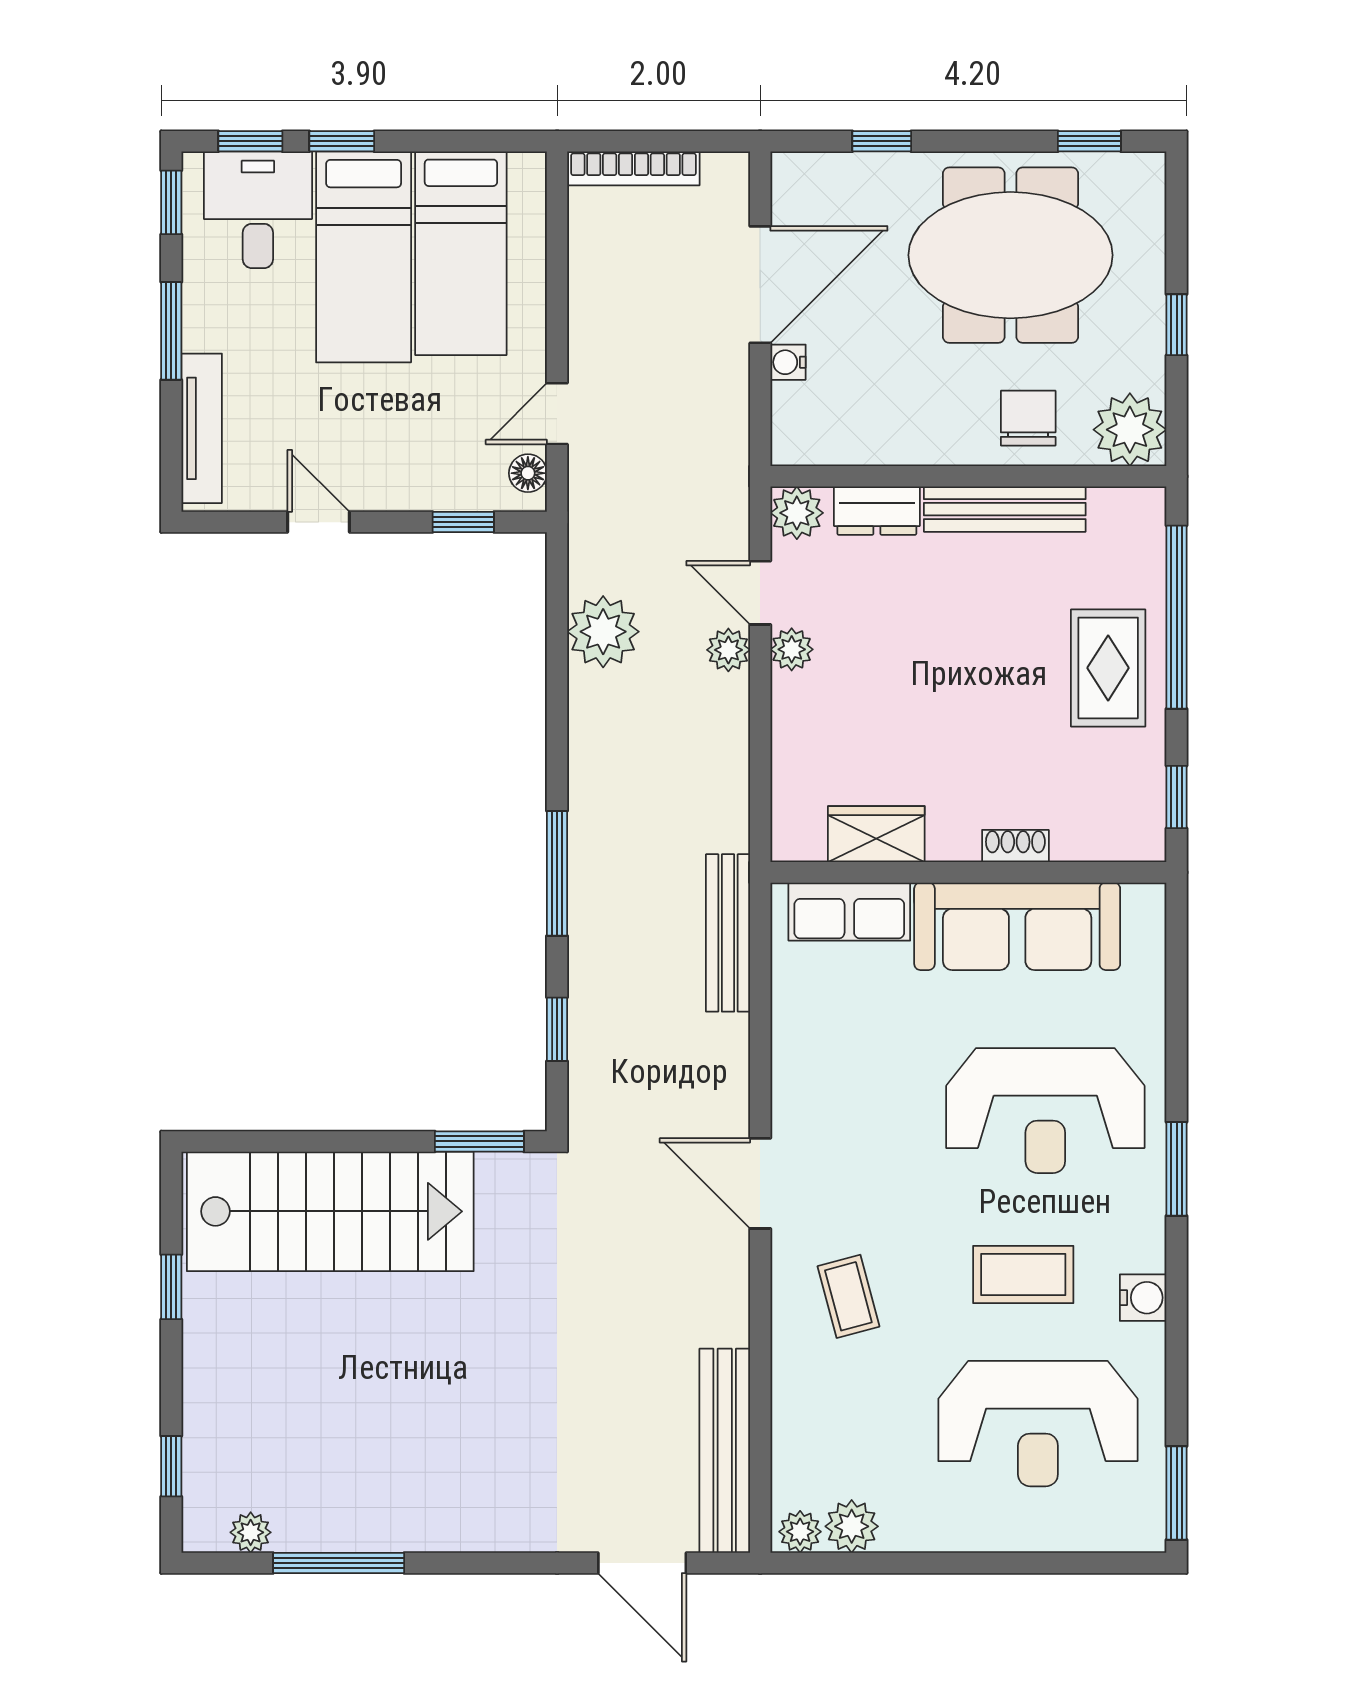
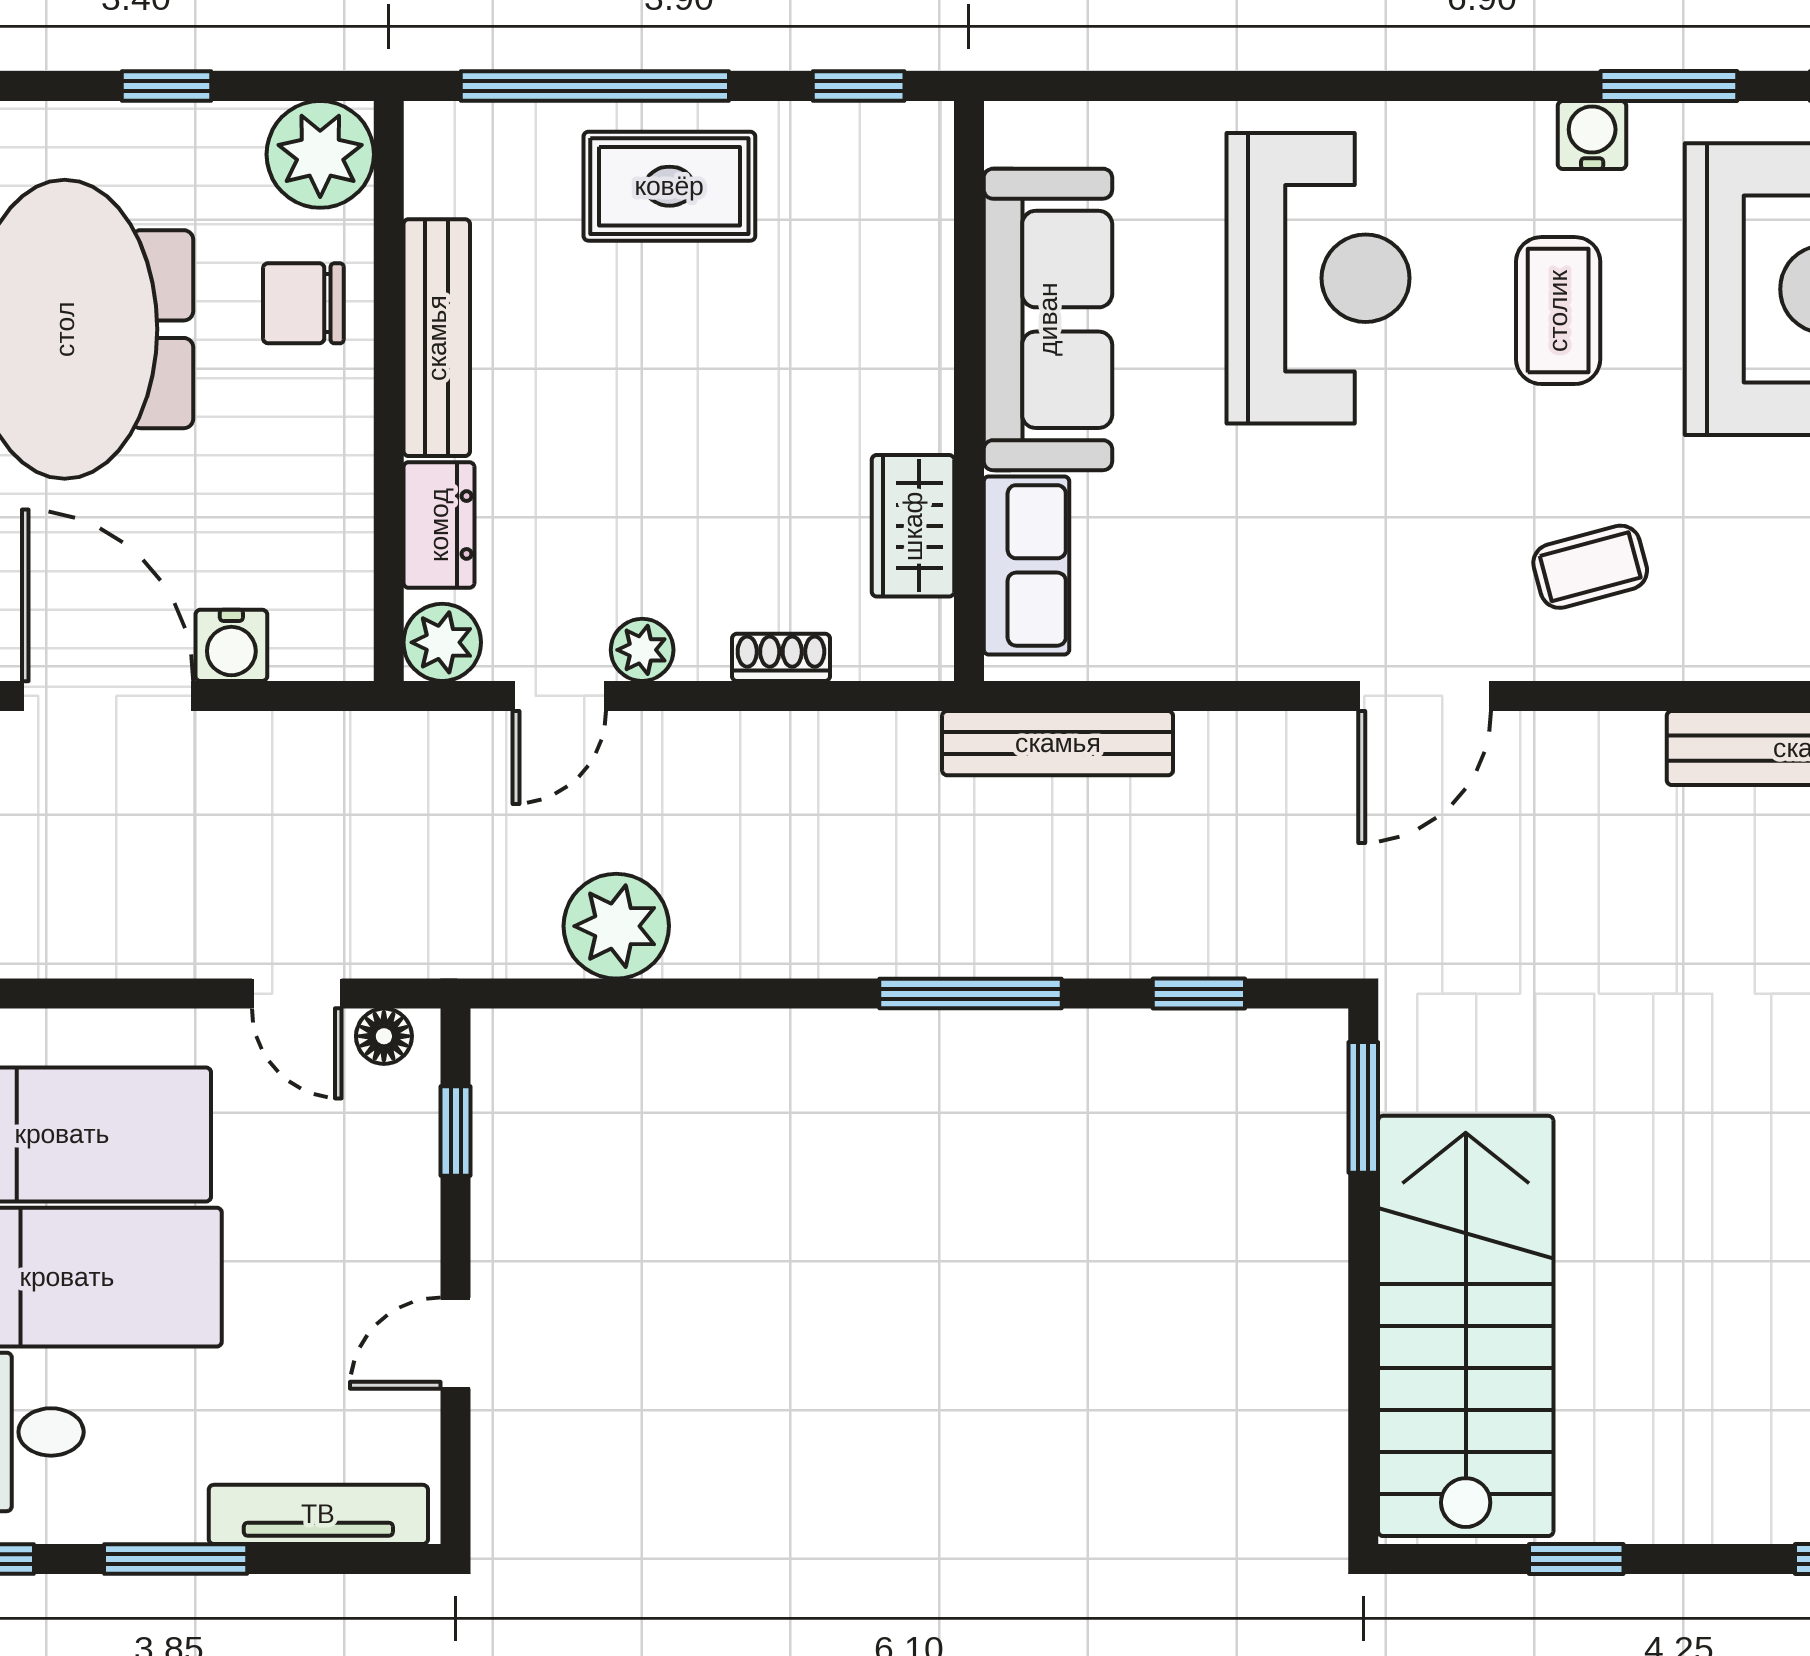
water cooler: (788, 362) -> (231, 645), width x1.38, depth x1.38
plant: (728, 650) -> (643, 743), removed
shoe rack: (1015, 846) -> (781, 657), moved, turned 90
window: (1177, 1169) -> (1669, 86), moved

